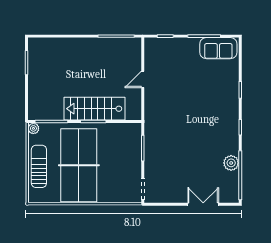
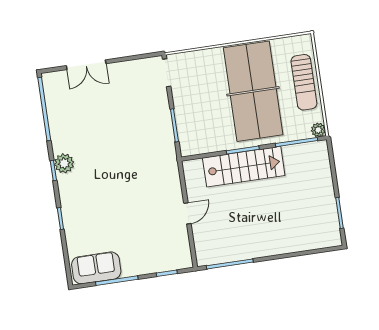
plant: (231, 163) -> (64, 163), moved

